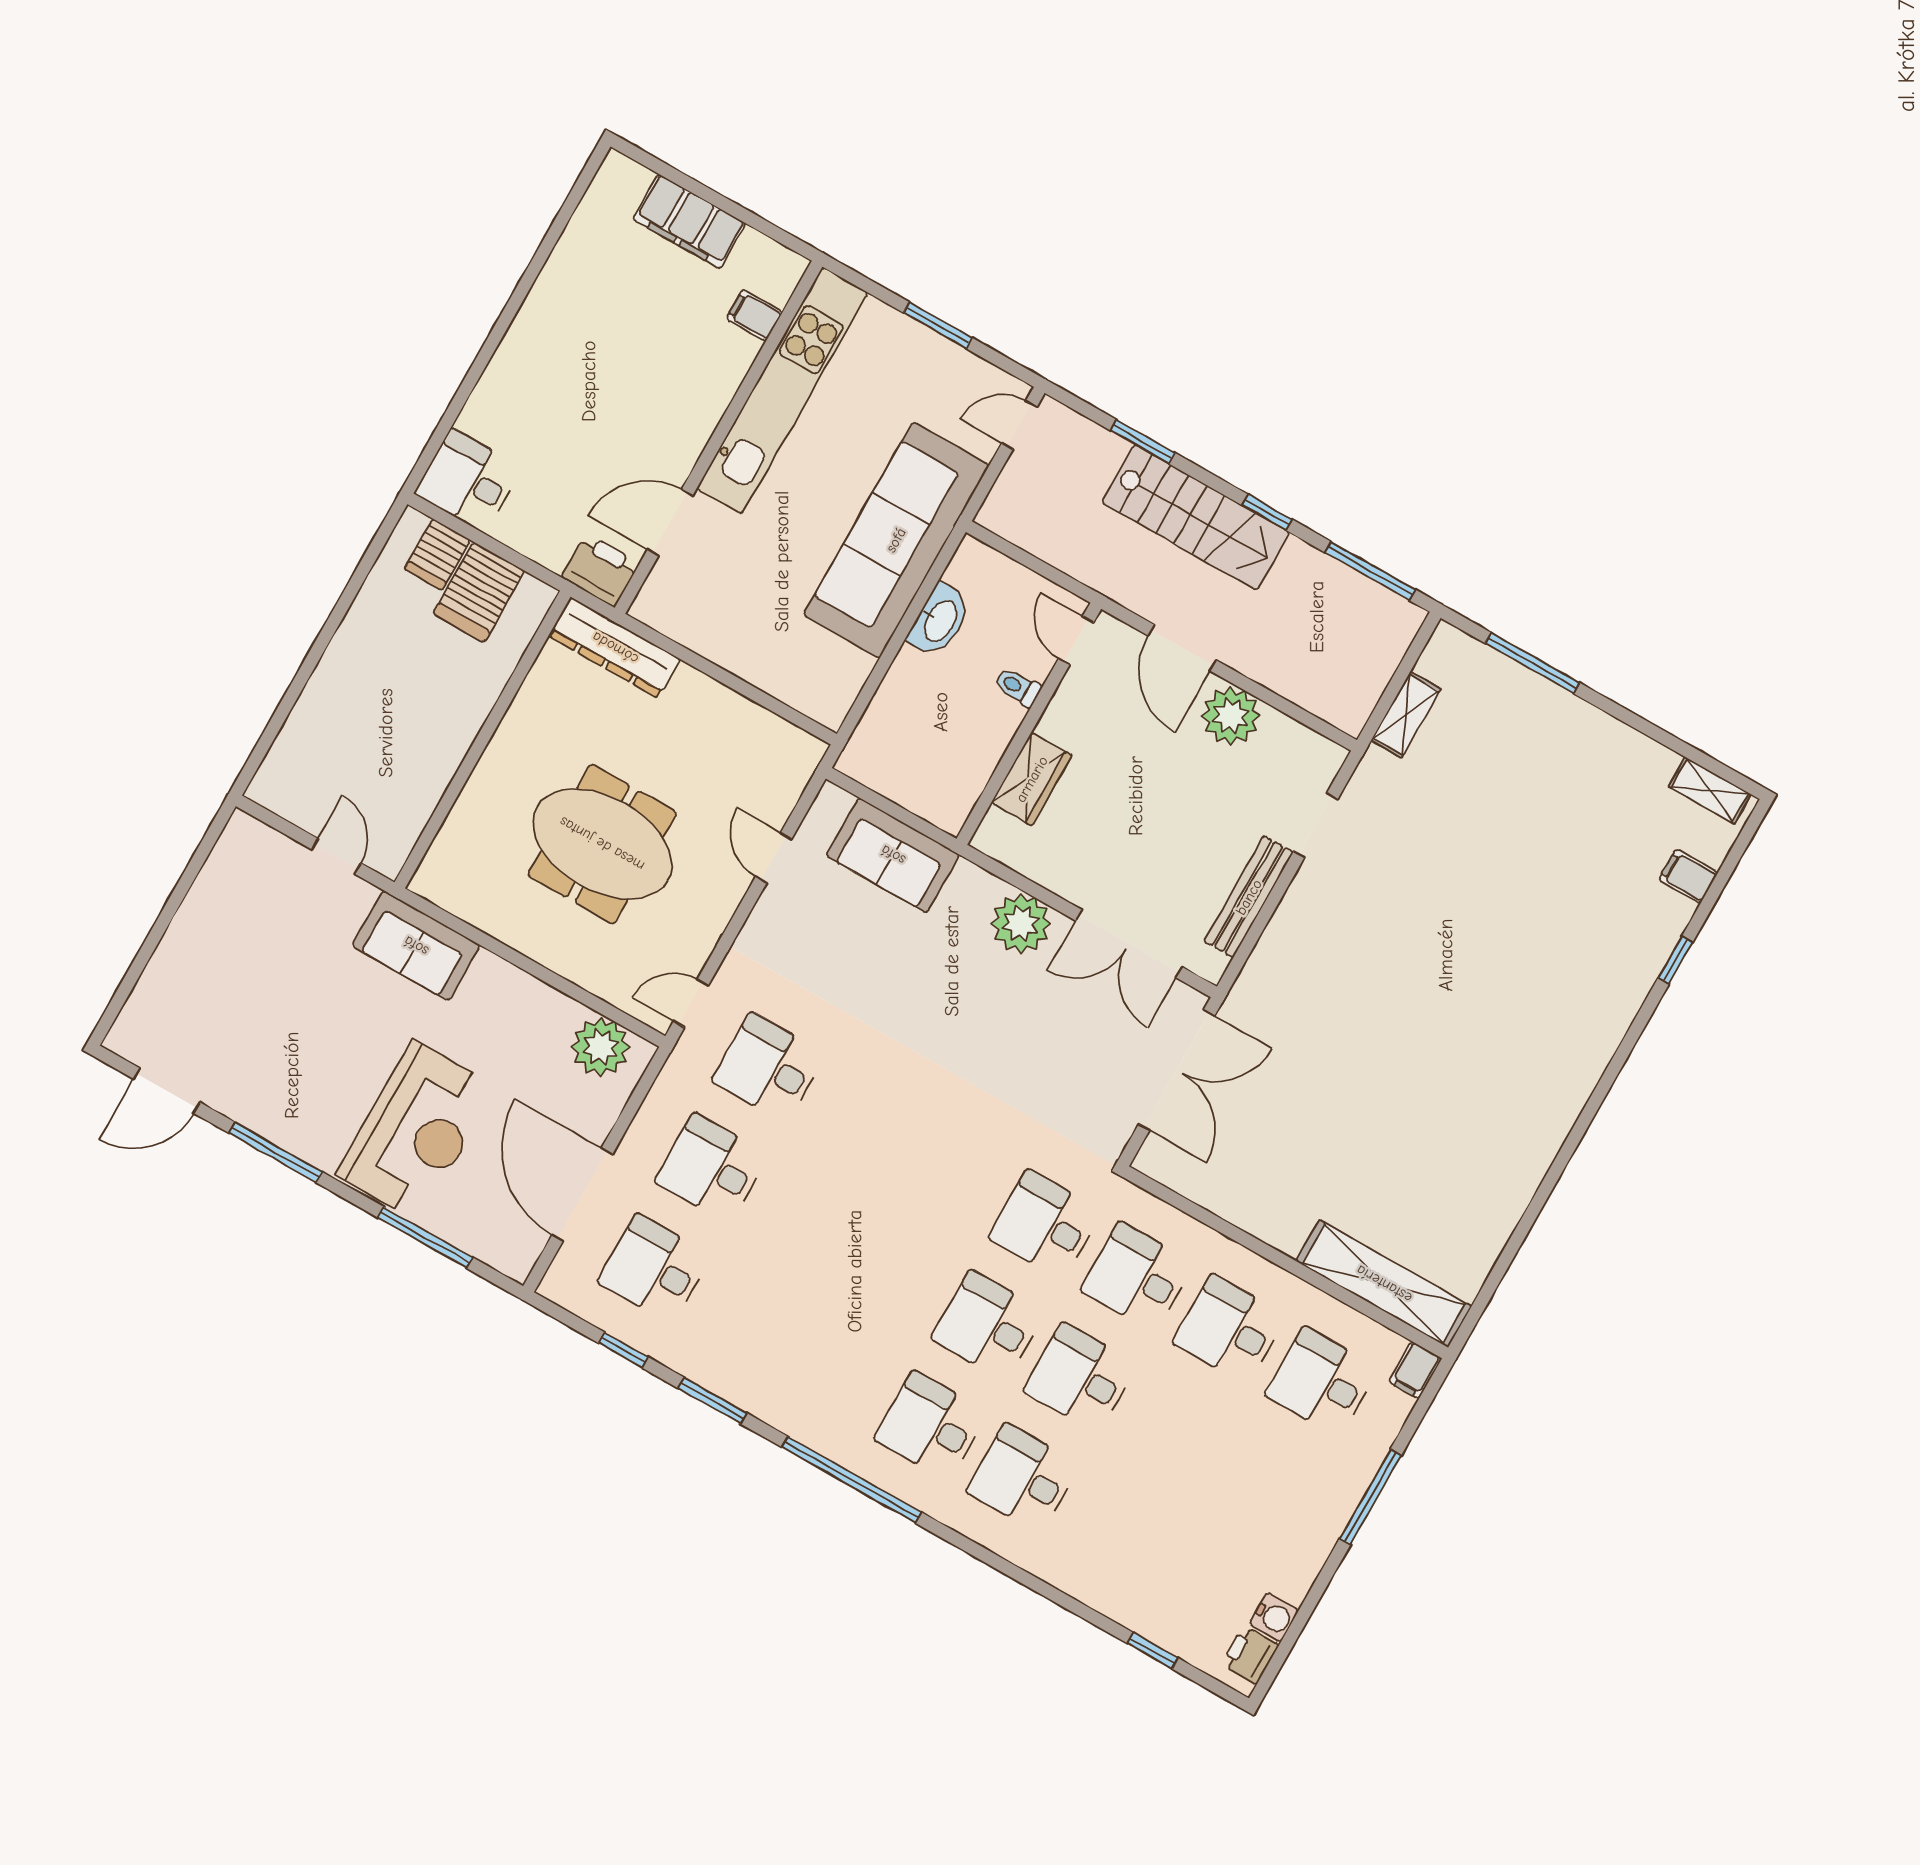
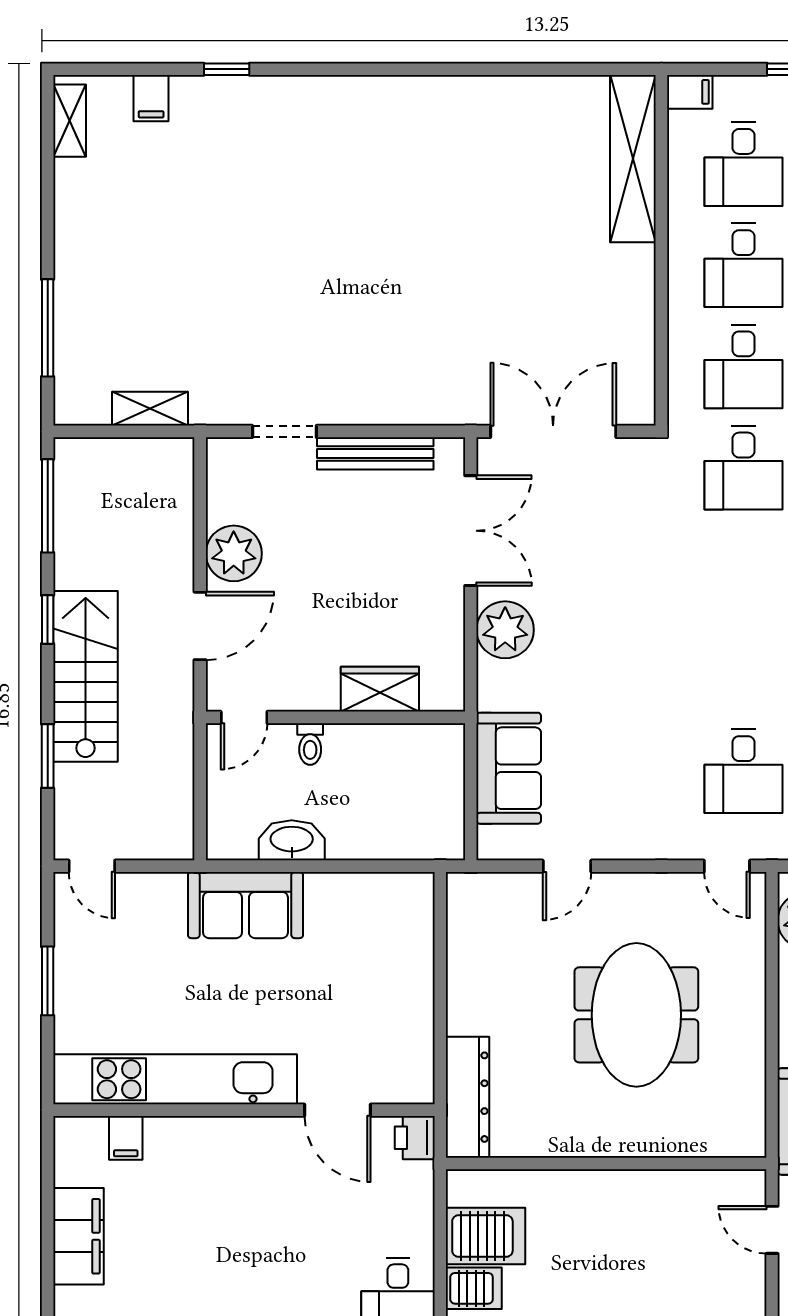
sofa: (896, 540) -> (245, 905), width x0.54, depth x0.79
printer: (600, 570) -> (415, 1138), width x0.73, depth x0.81
door: (336, 856) -> (772, 1230), hinge flipped

